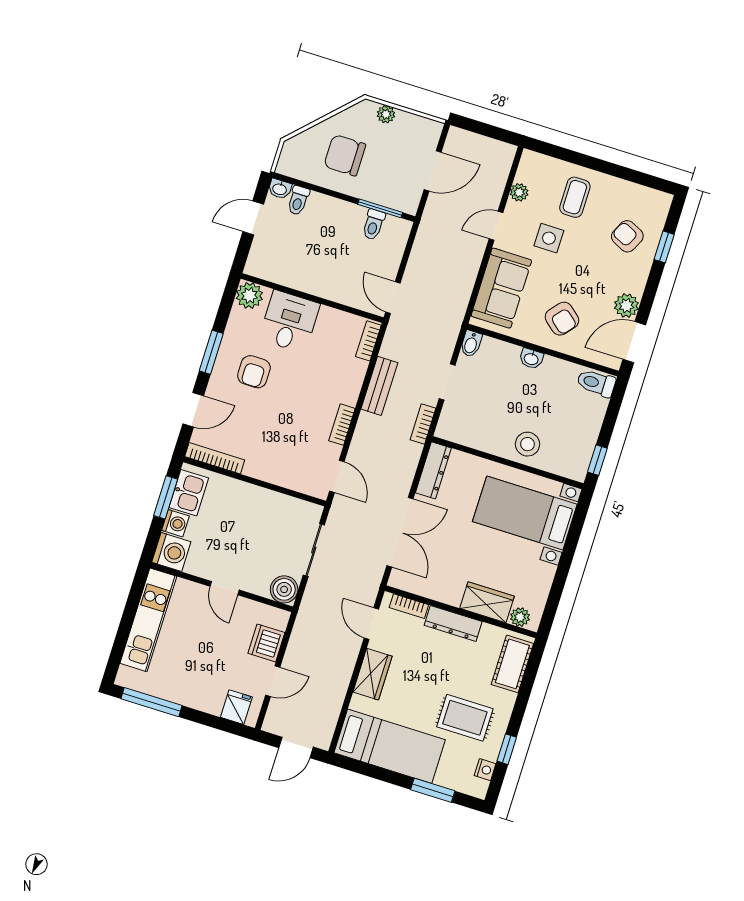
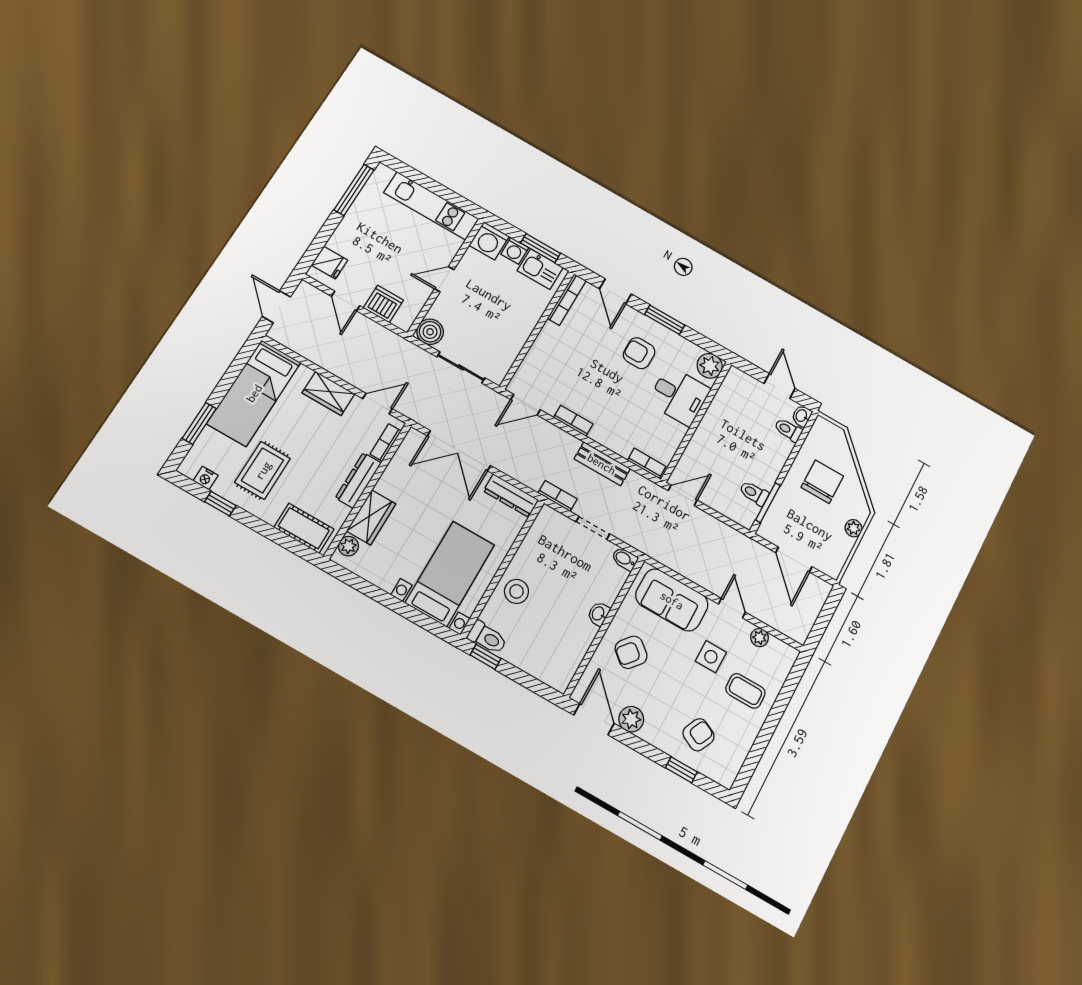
toilet: (596, 383) -> (487, 638), moved, turned 90

